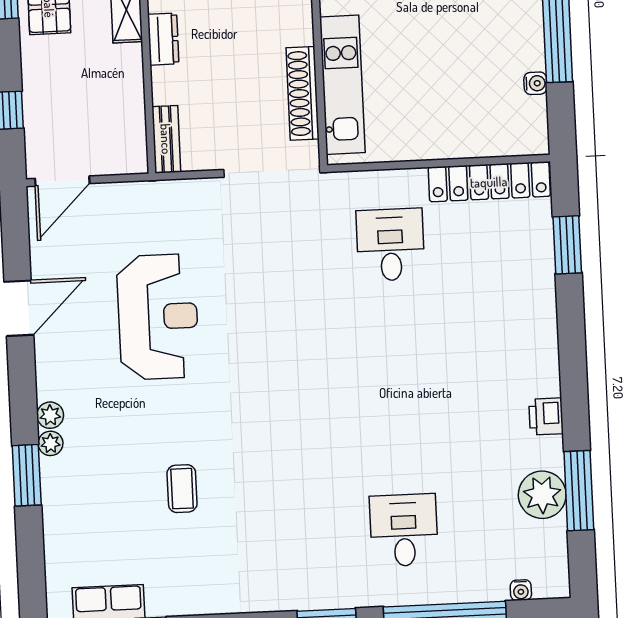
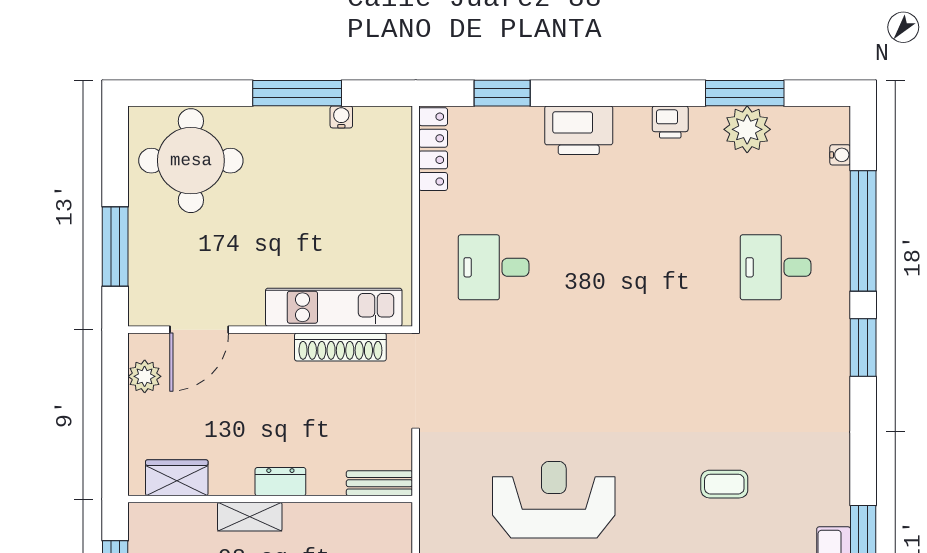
locker: (489, 182) -> (433, 149), width x0.71, depth x0.83
printer: (533, 324) -> (579, 130), added

